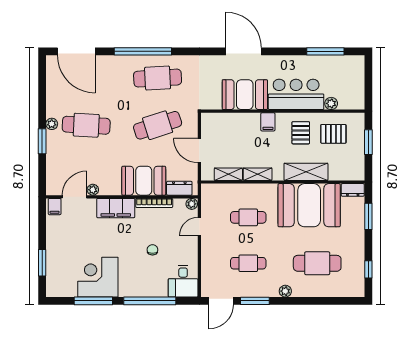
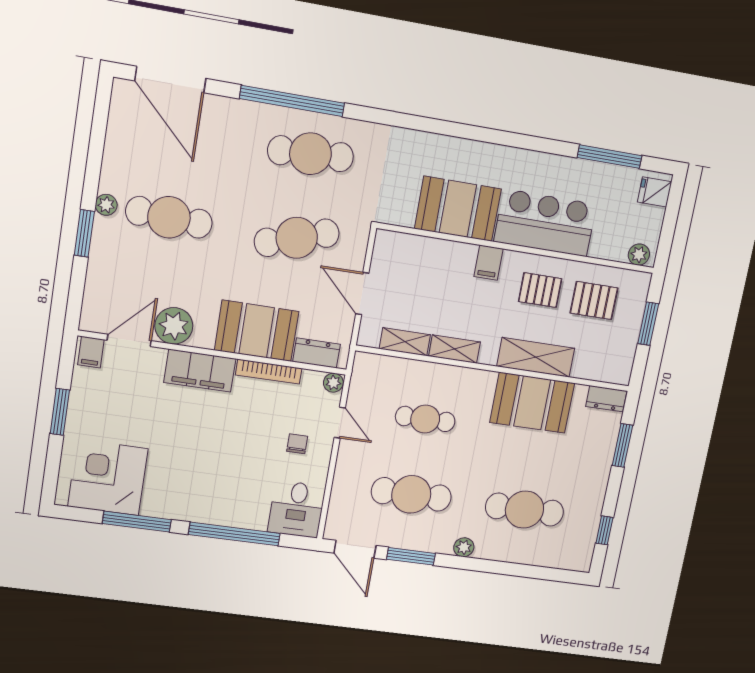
door: (244, 51) -> (470, 132), removed
fridge: (356, 67) -> (655, 192), added
plant: (331, 103) -> (639, 255), moved
pallet: (301, 133) -> (540, 290), turned 90
plant: (93, 190) -> (174, 326), width x1.88, depth x1.88
booth: (309, 205) -> (532, 403), width x0.73, depth x0.70
door: (199, 227) -> (340, 423), swing flipped
chair: (152, 250) -> (297, 444), moved
window: (42, 263) -> (60, 412), moved
cafe table: (248, 263) -> (411, 494), width x1.37, depth x1.35
corner desk: (98, 277) -> (108, 478), moved
door: (221, 301) -> (355, 549), hinge flipped

